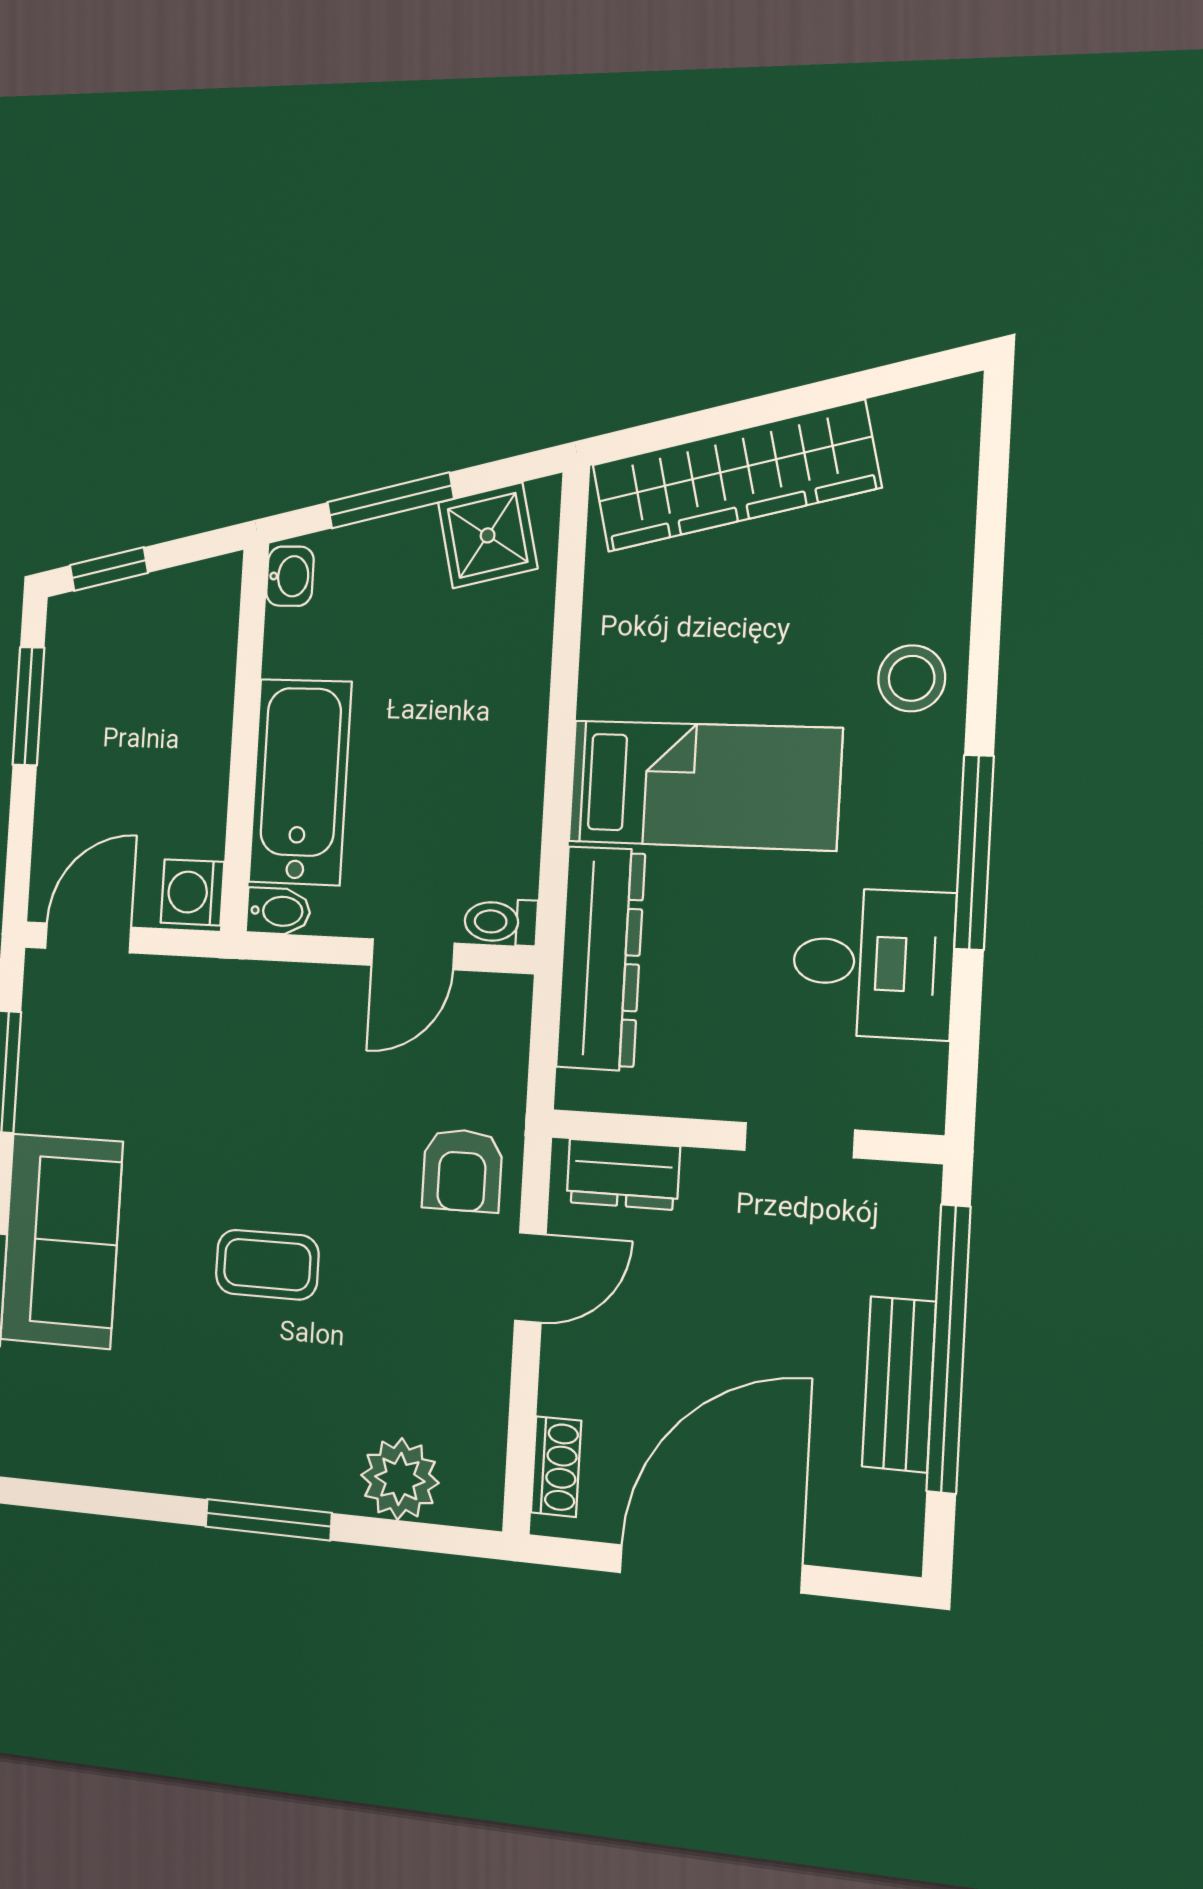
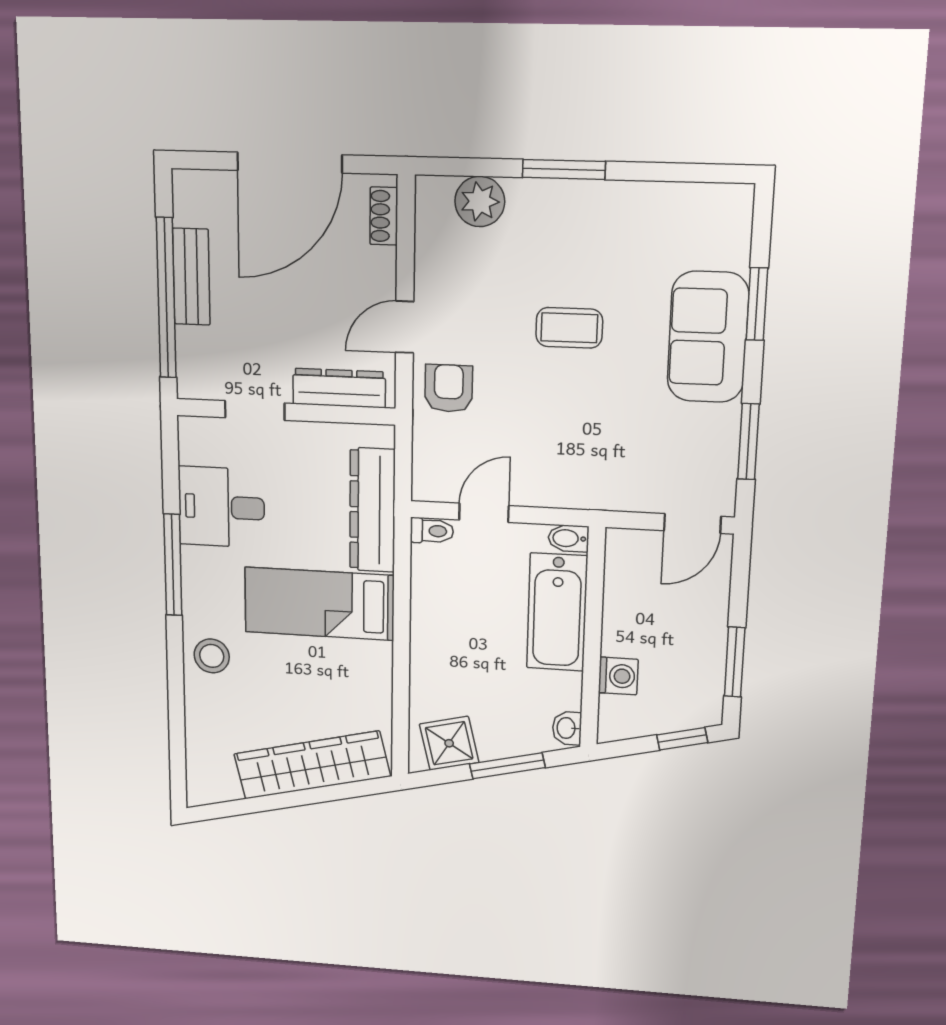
washing machine: (192, 892) -> (618, 676), moved
dresser: (623, 1174) -> (339, 388), width x1.44

